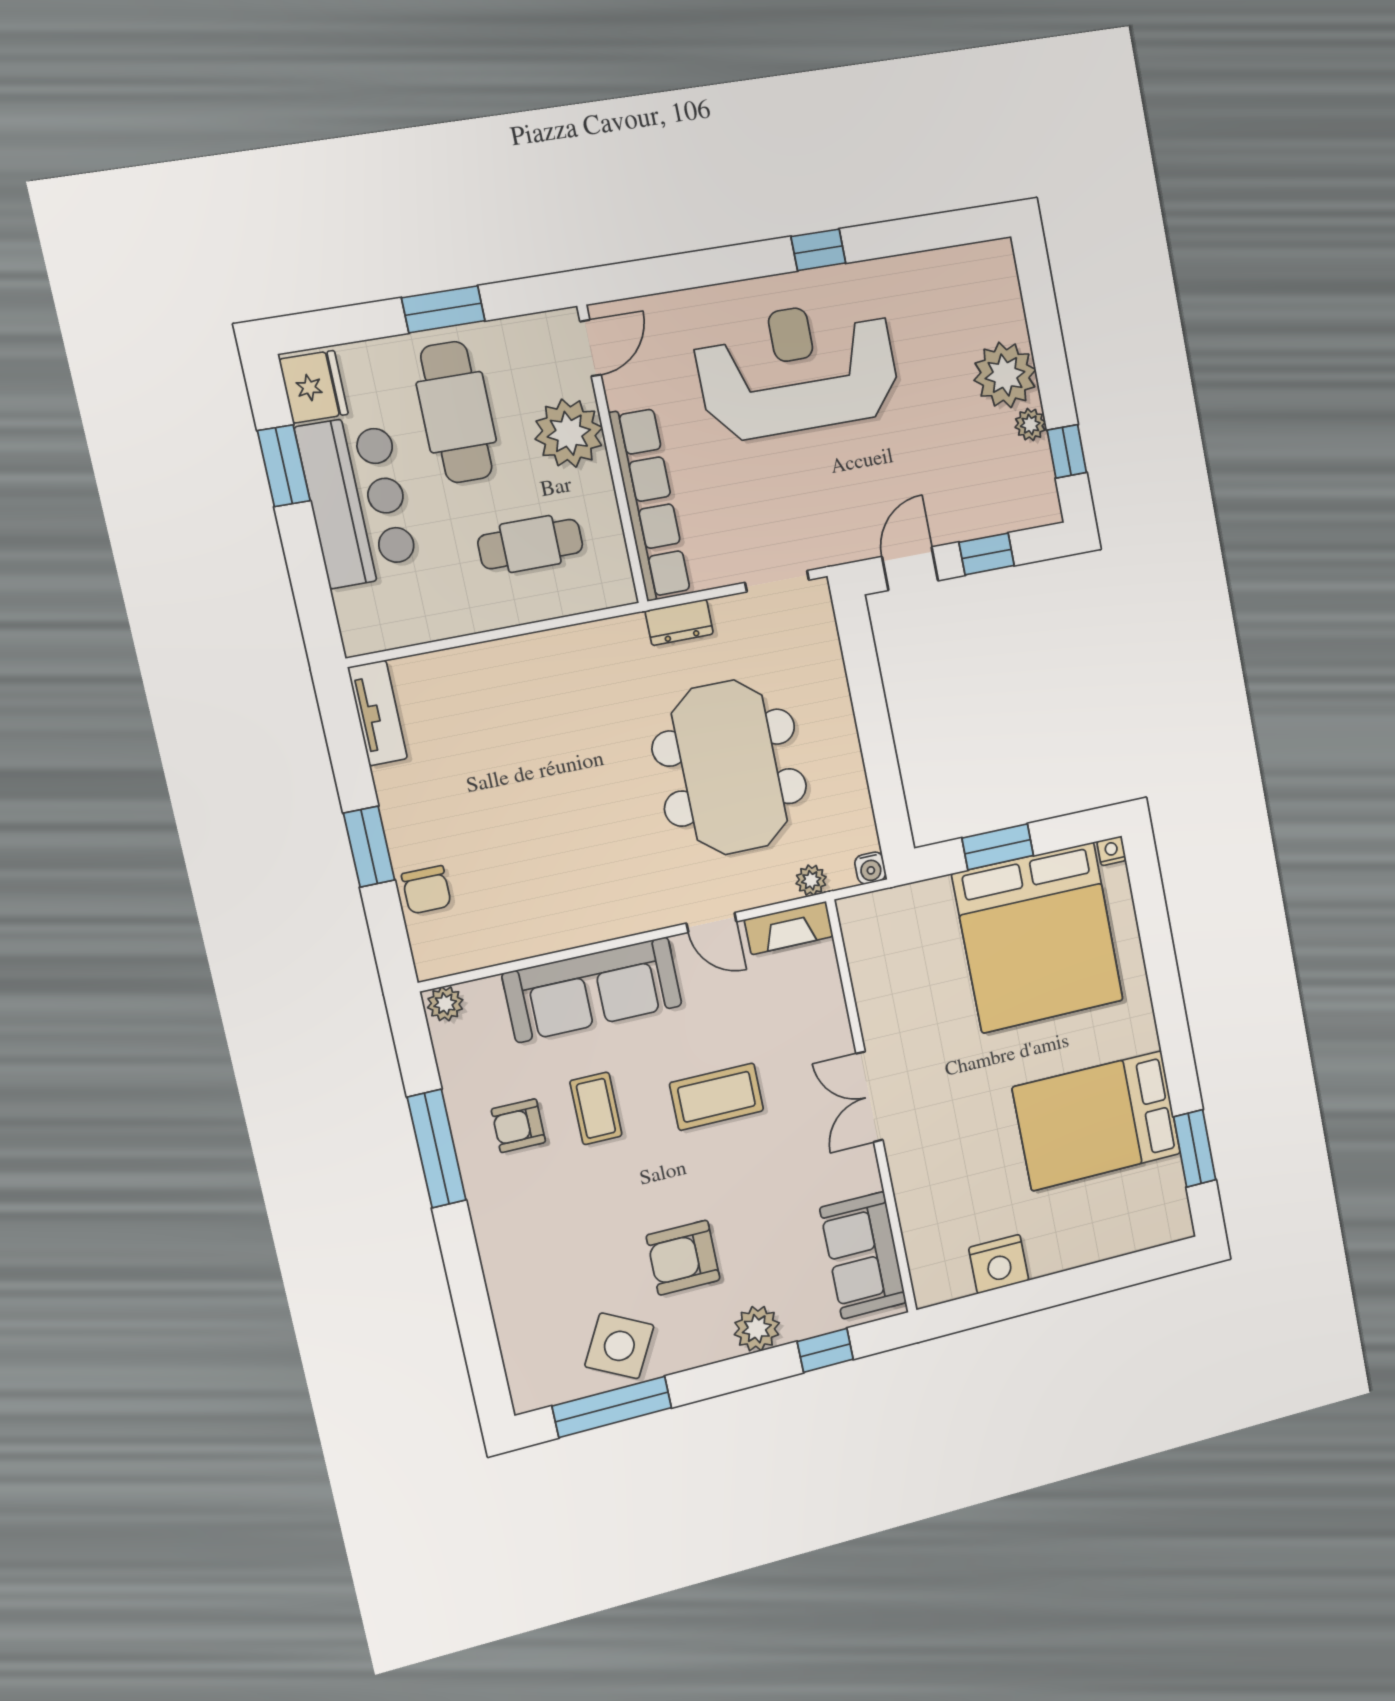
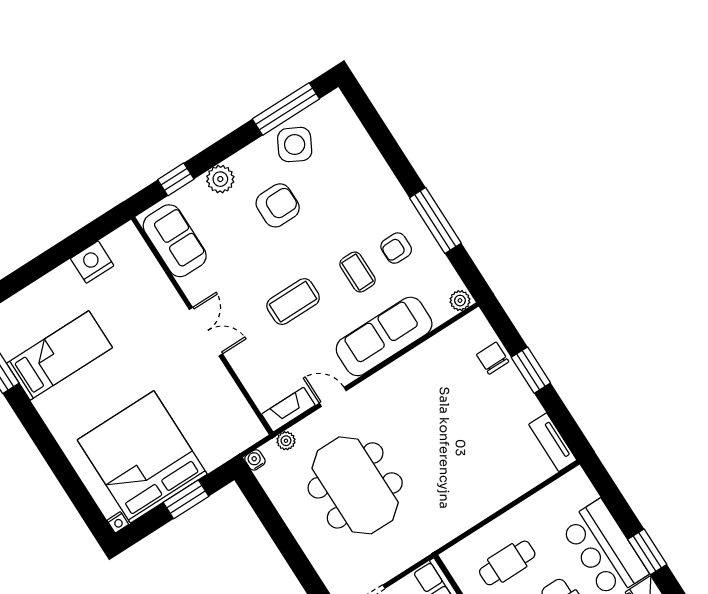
dresser: (679, 622) -> (413, 553), removed
bed: (1097, 1121) -> (59, 355), width x0.67
armchair: (518, 1126) -> (396, 248), turned 180

